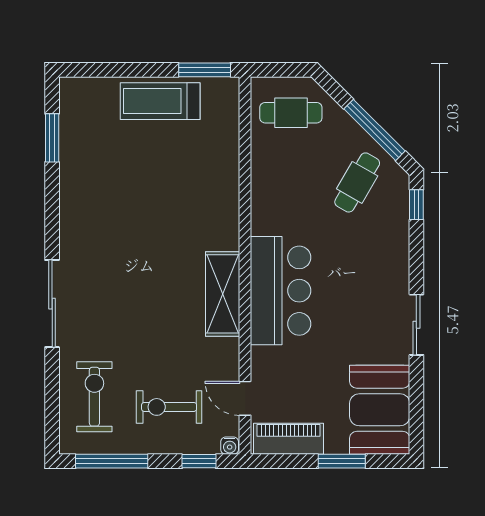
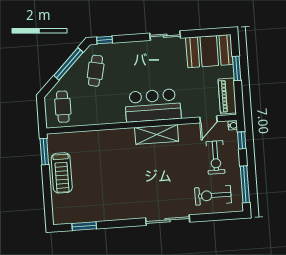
cafe table: (357, 182) -> (96, 71), turned 72

